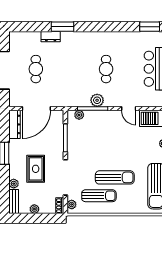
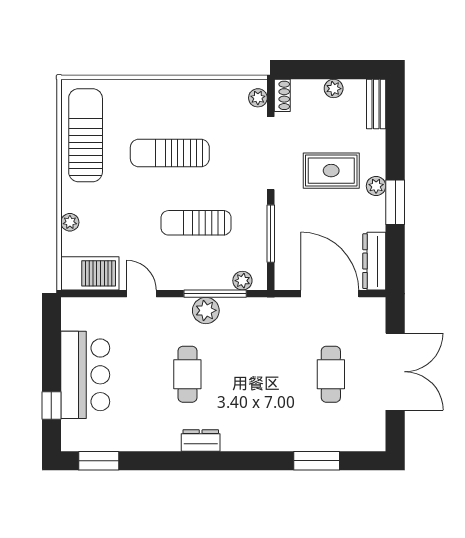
window: (63, 27) -> (317, 461), moved
dresser: (51, 37) -> (201, 440), moved
door: (36, 109) -> (330, 294), hinge flipped
rug: (36, 169) -> (331, 171), turned 90
plant: (14, 184) -> (376, 186), moved
sun lounger: (99, 196) -> (196, 223), moved

